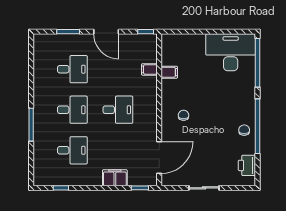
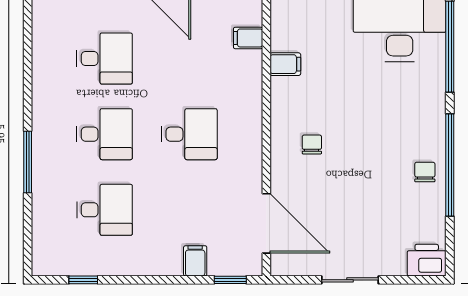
filing cabinet: (149, 69) -> (248, 38), moved
door: (159, 158) -> (266, 223), hinge flipped
printer: (247, 165) -> (427, 260), moved, turned 90
filing cabinet: (115, 178) -> (195, 261), width x0.50

